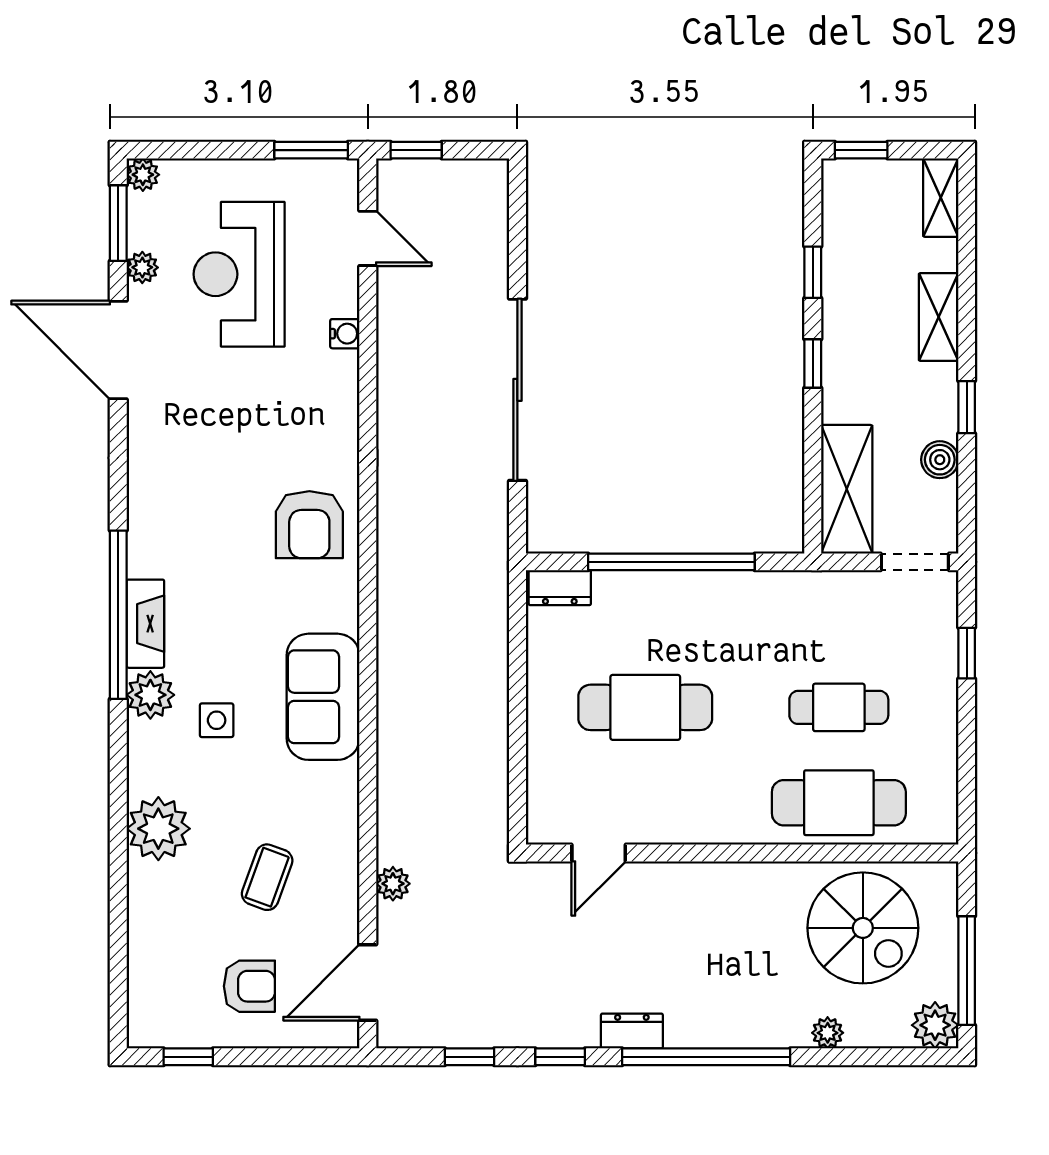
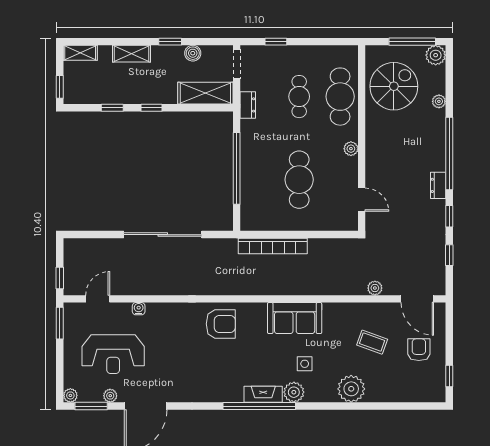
dresser: (560, 588) -> (248, 105), moved
bookcase: (491, 646) -> (273, 246), added
plant: (717, 828) -> (351, 149), added

